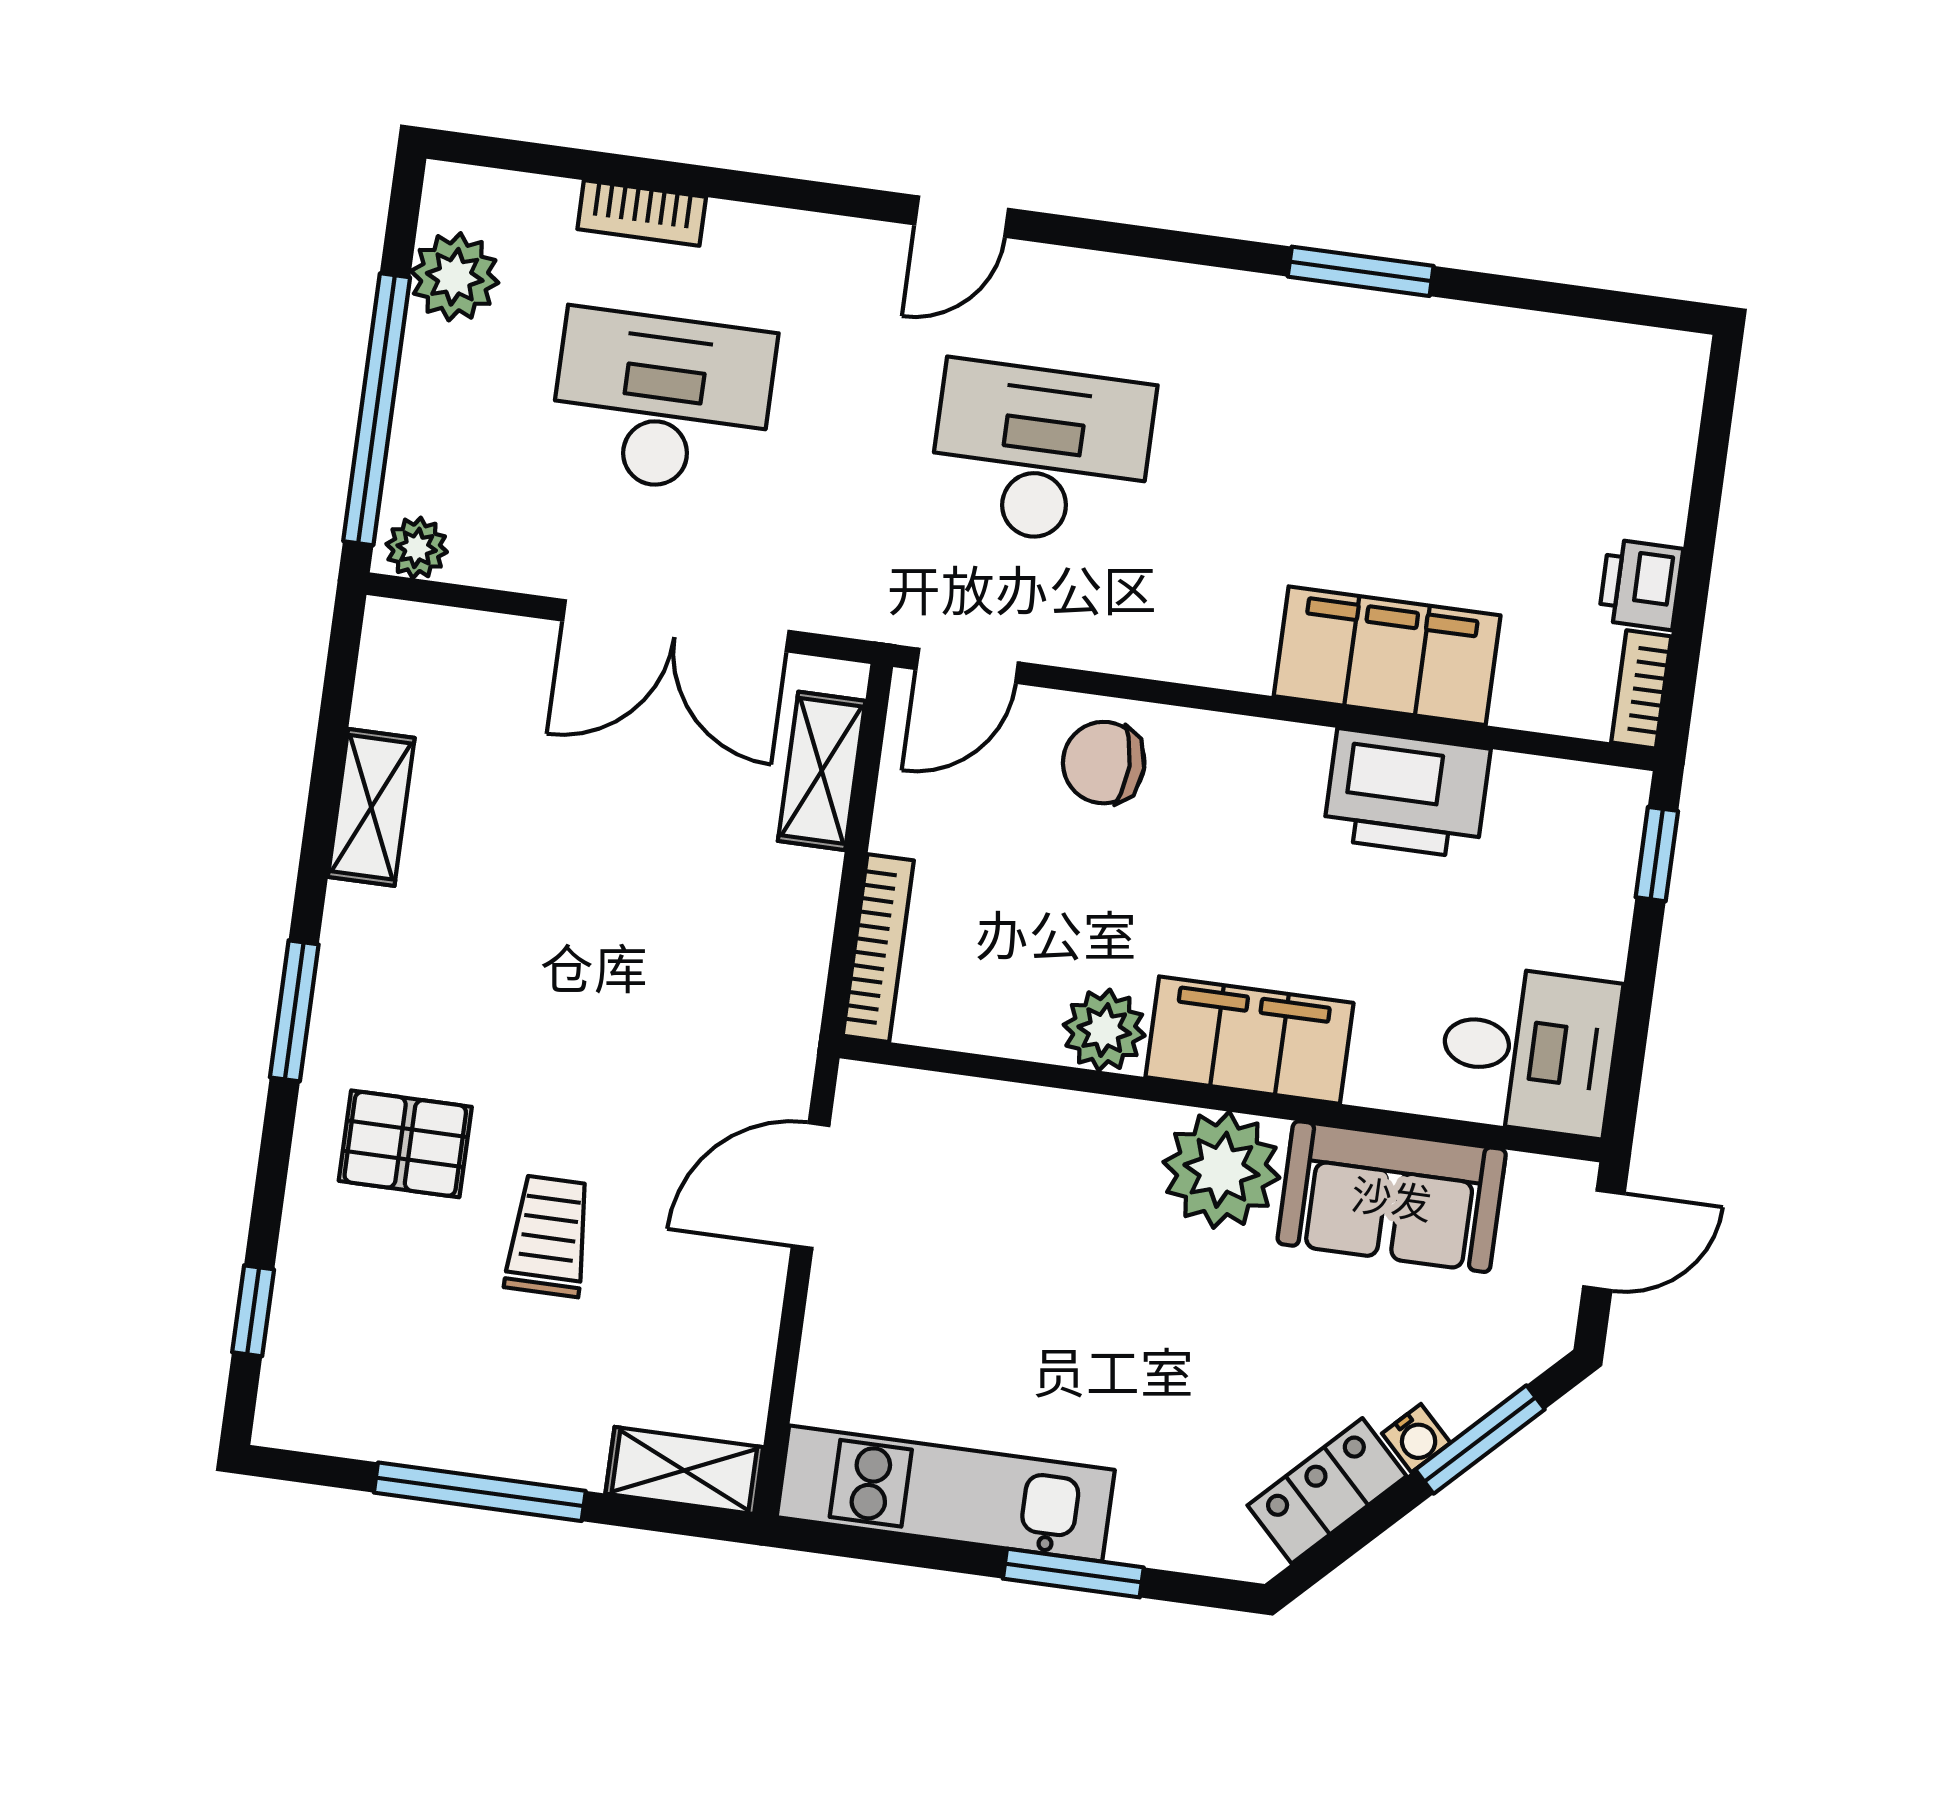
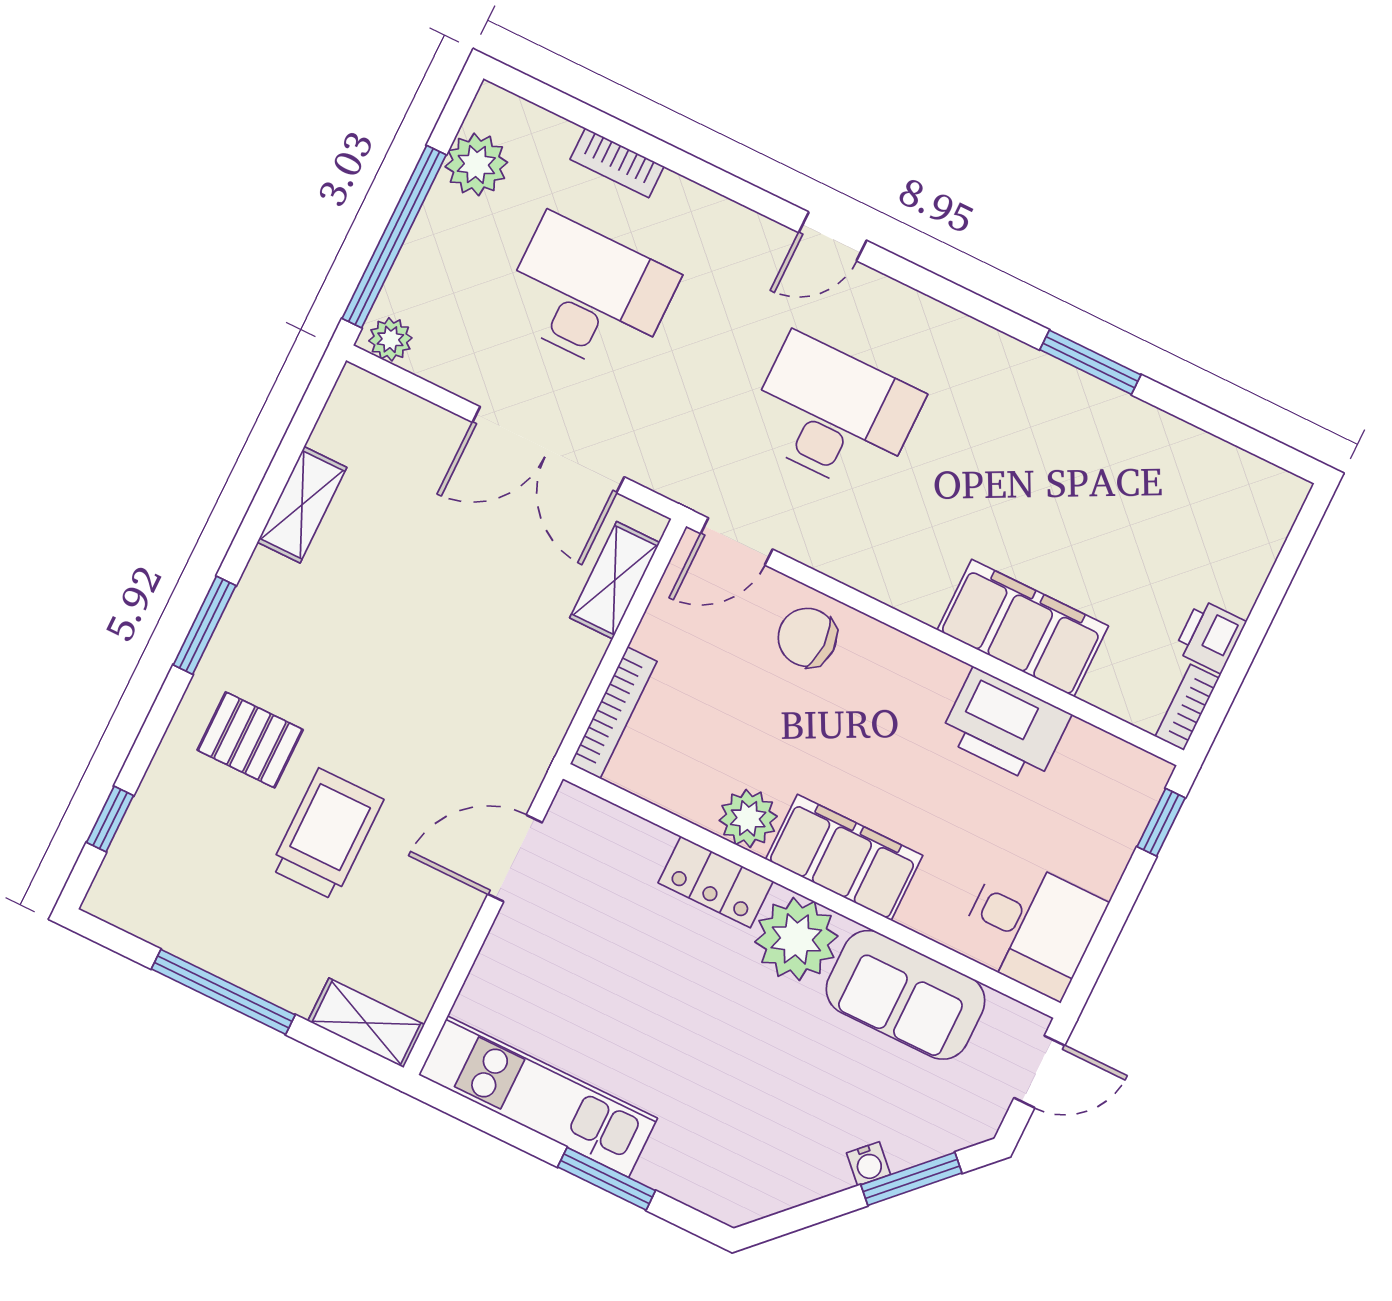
trolley: (549, 1236) -> (327, 834), width x1.36, depth x1.39
locker: (1327, 1491) -> (716, 882), moved, turned -135

